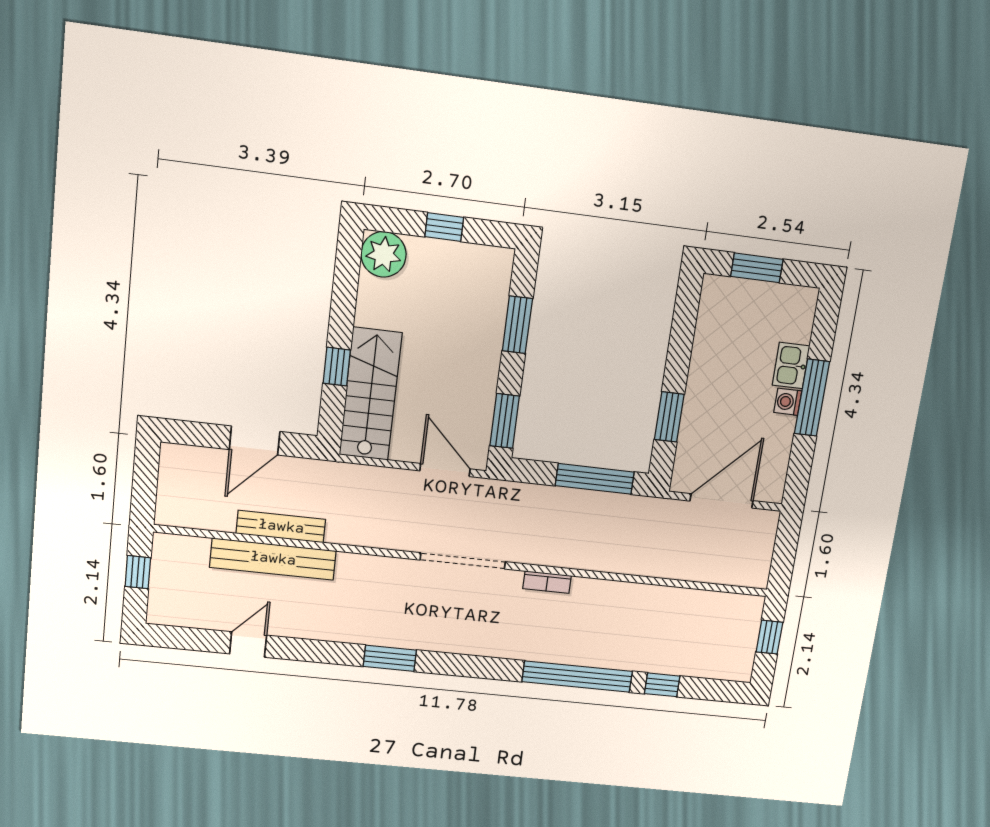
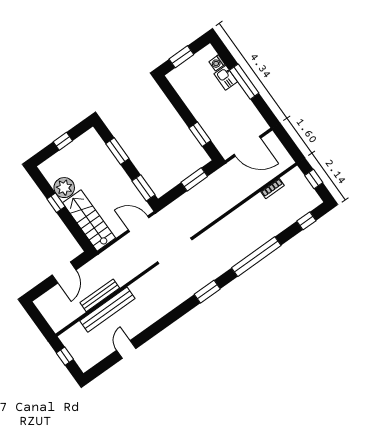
plant: (384, 254) -> (64, 188), moved
window: (337, 367) -> (56, 203), moved
washing machine: (788, 402) -> (217, 63), moved
window: (595, 479) -> (194, 179), width x0.69
door: (722, 501) -> (247, 146), swing flipped
bookcase: (547, 582) -> (273, 189), moved
window: (390, 658) -> (207, 292), moved
window: (662, 685) -> (306, 221), moved

